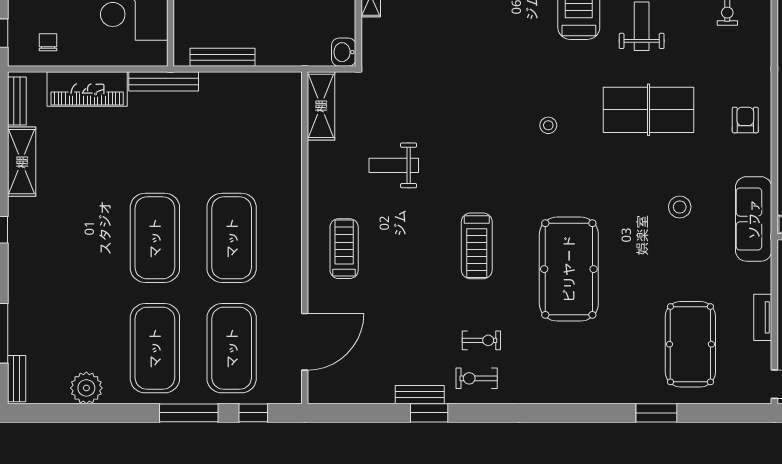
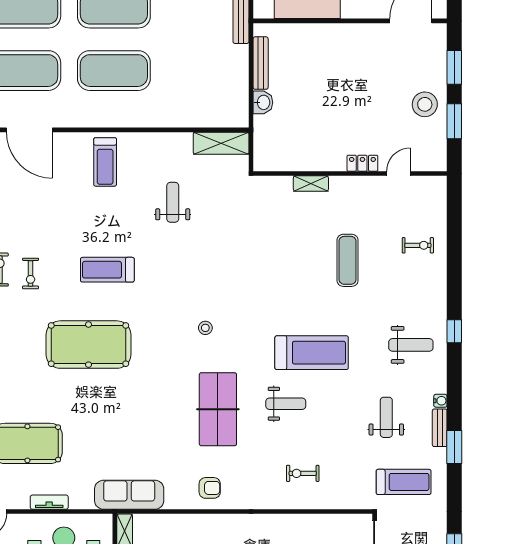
washbasin: (344, 52) -> (263, 102), moved, turned 90
stool: (680, 207) -> (139, 435), removed
treadmill: (344, 249) -> (105, 162), turned 90

